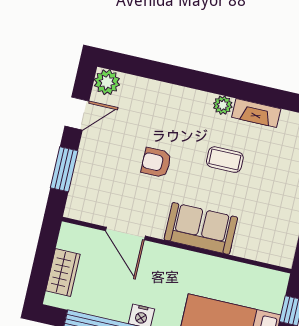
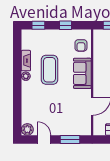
coffee table: (225, 160) -> (50, 70), width x1.86, depth x1.72
armchair: (156, 162) -> (81, 45), moved

